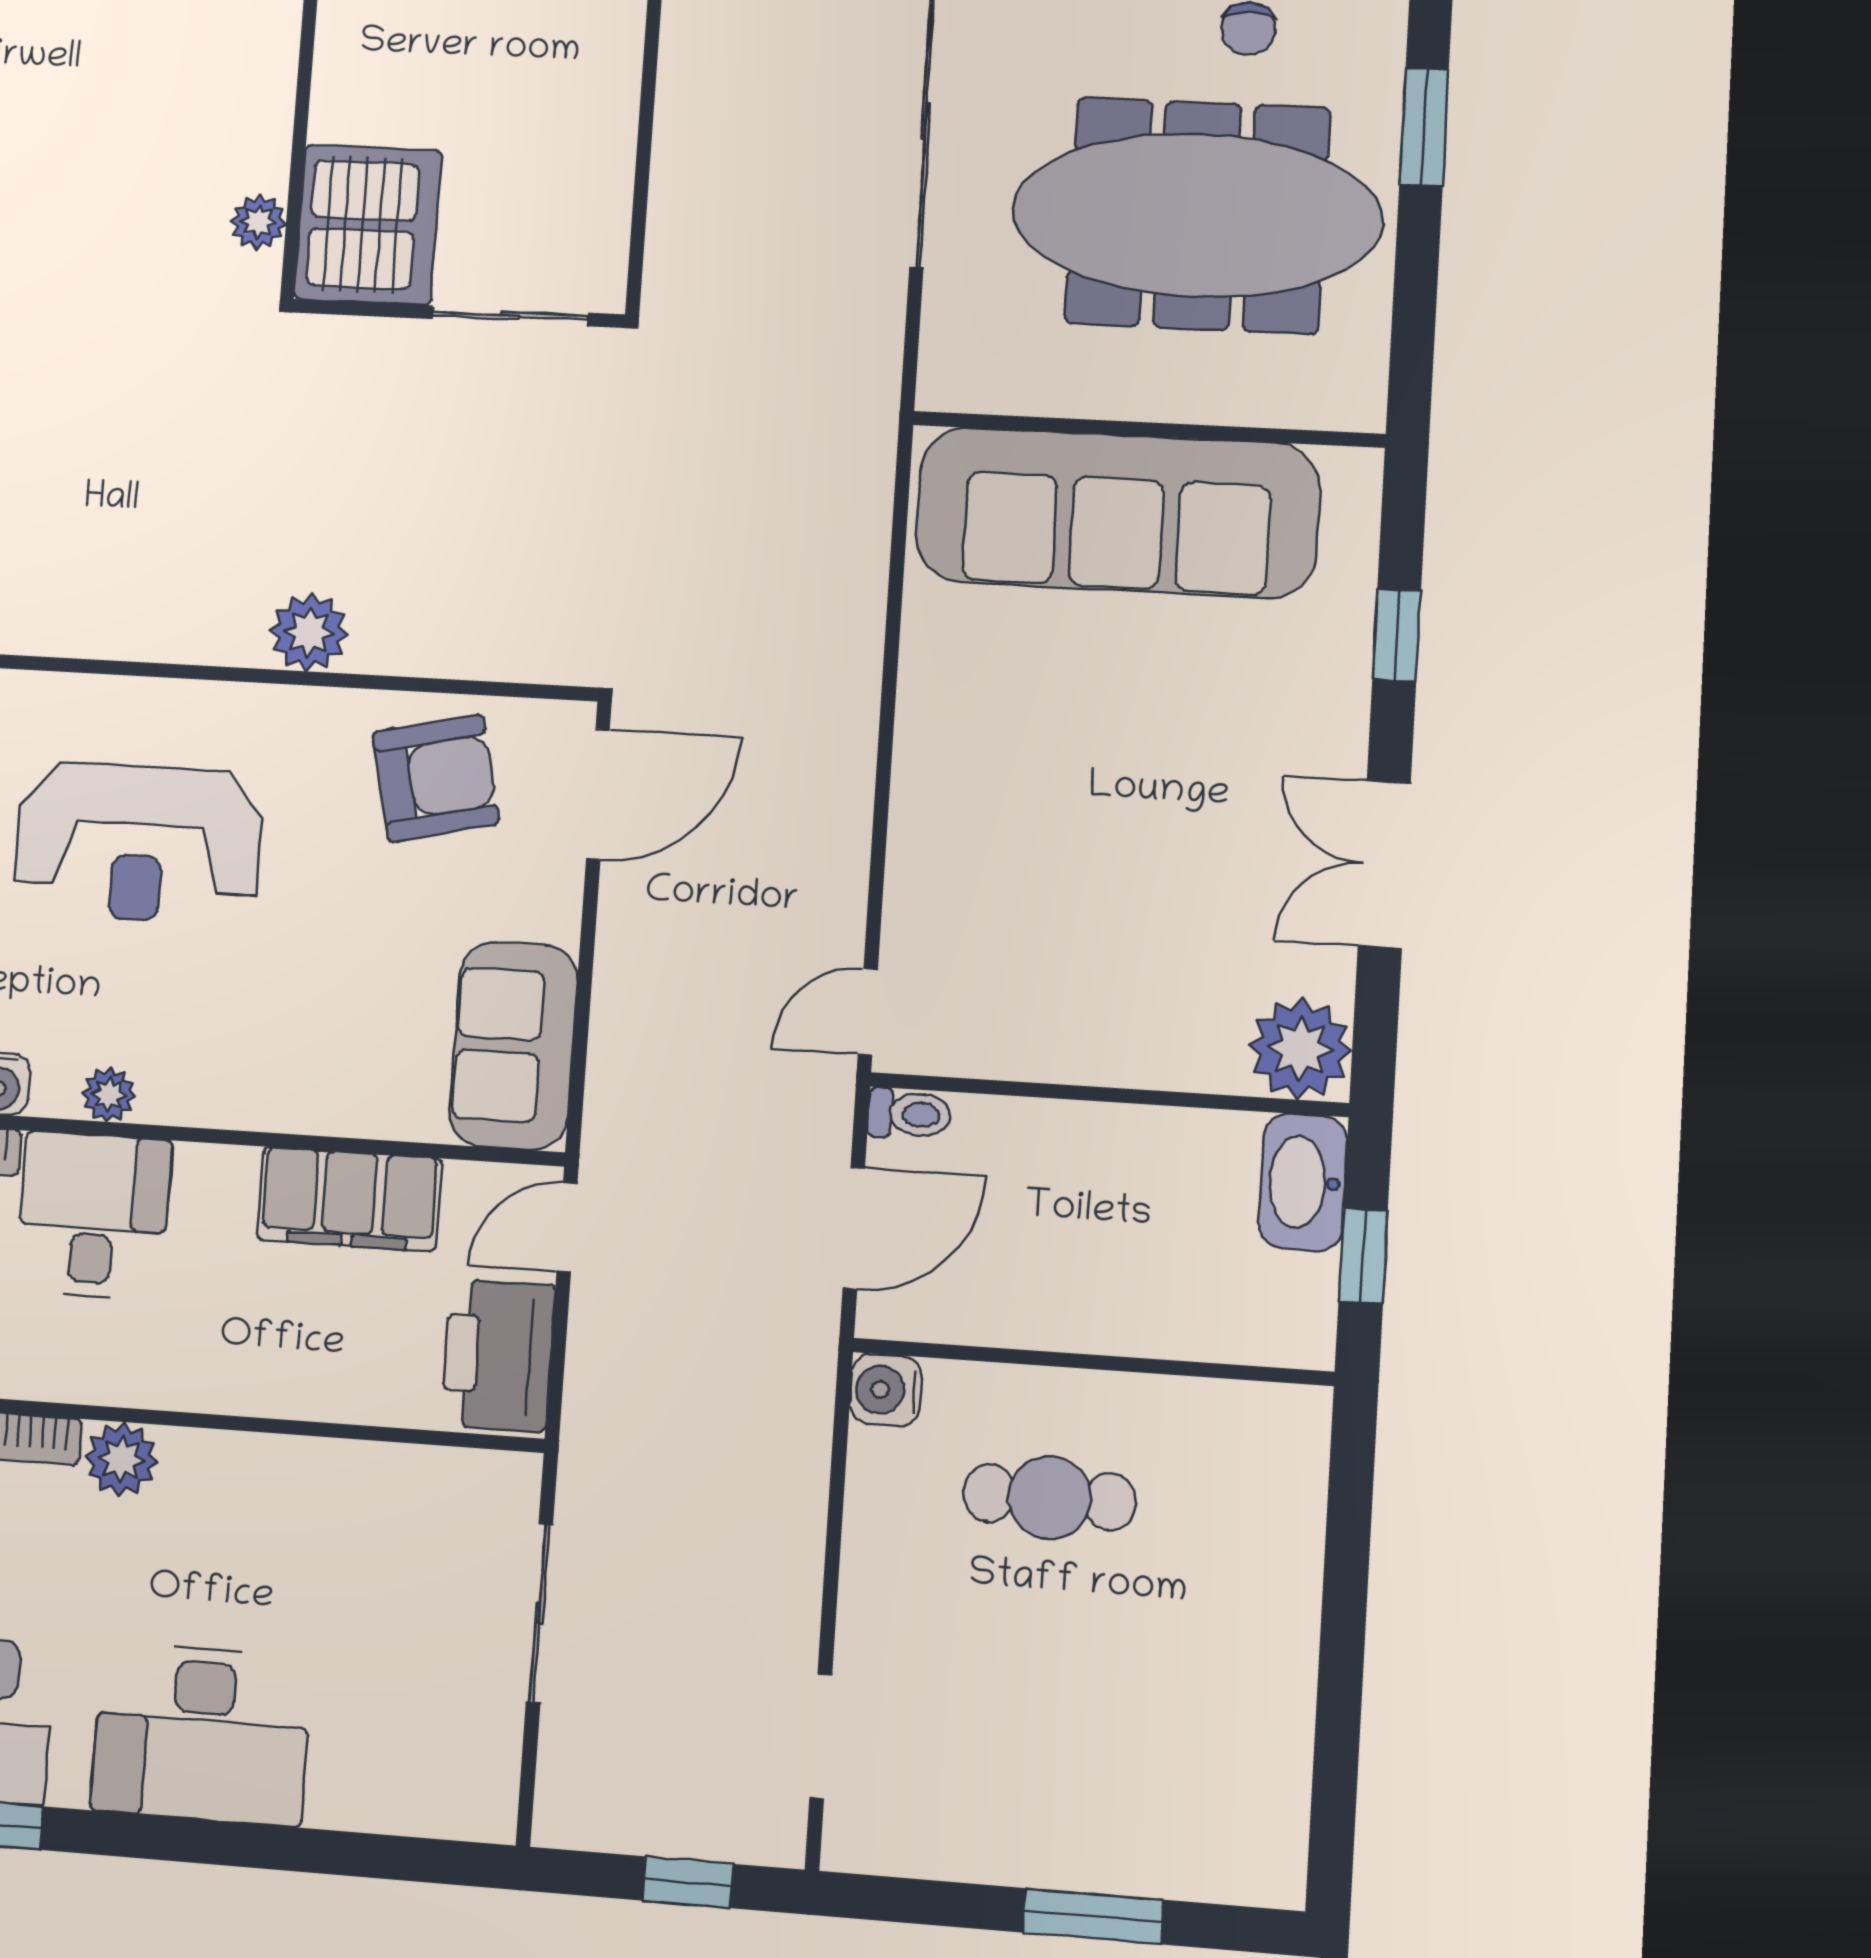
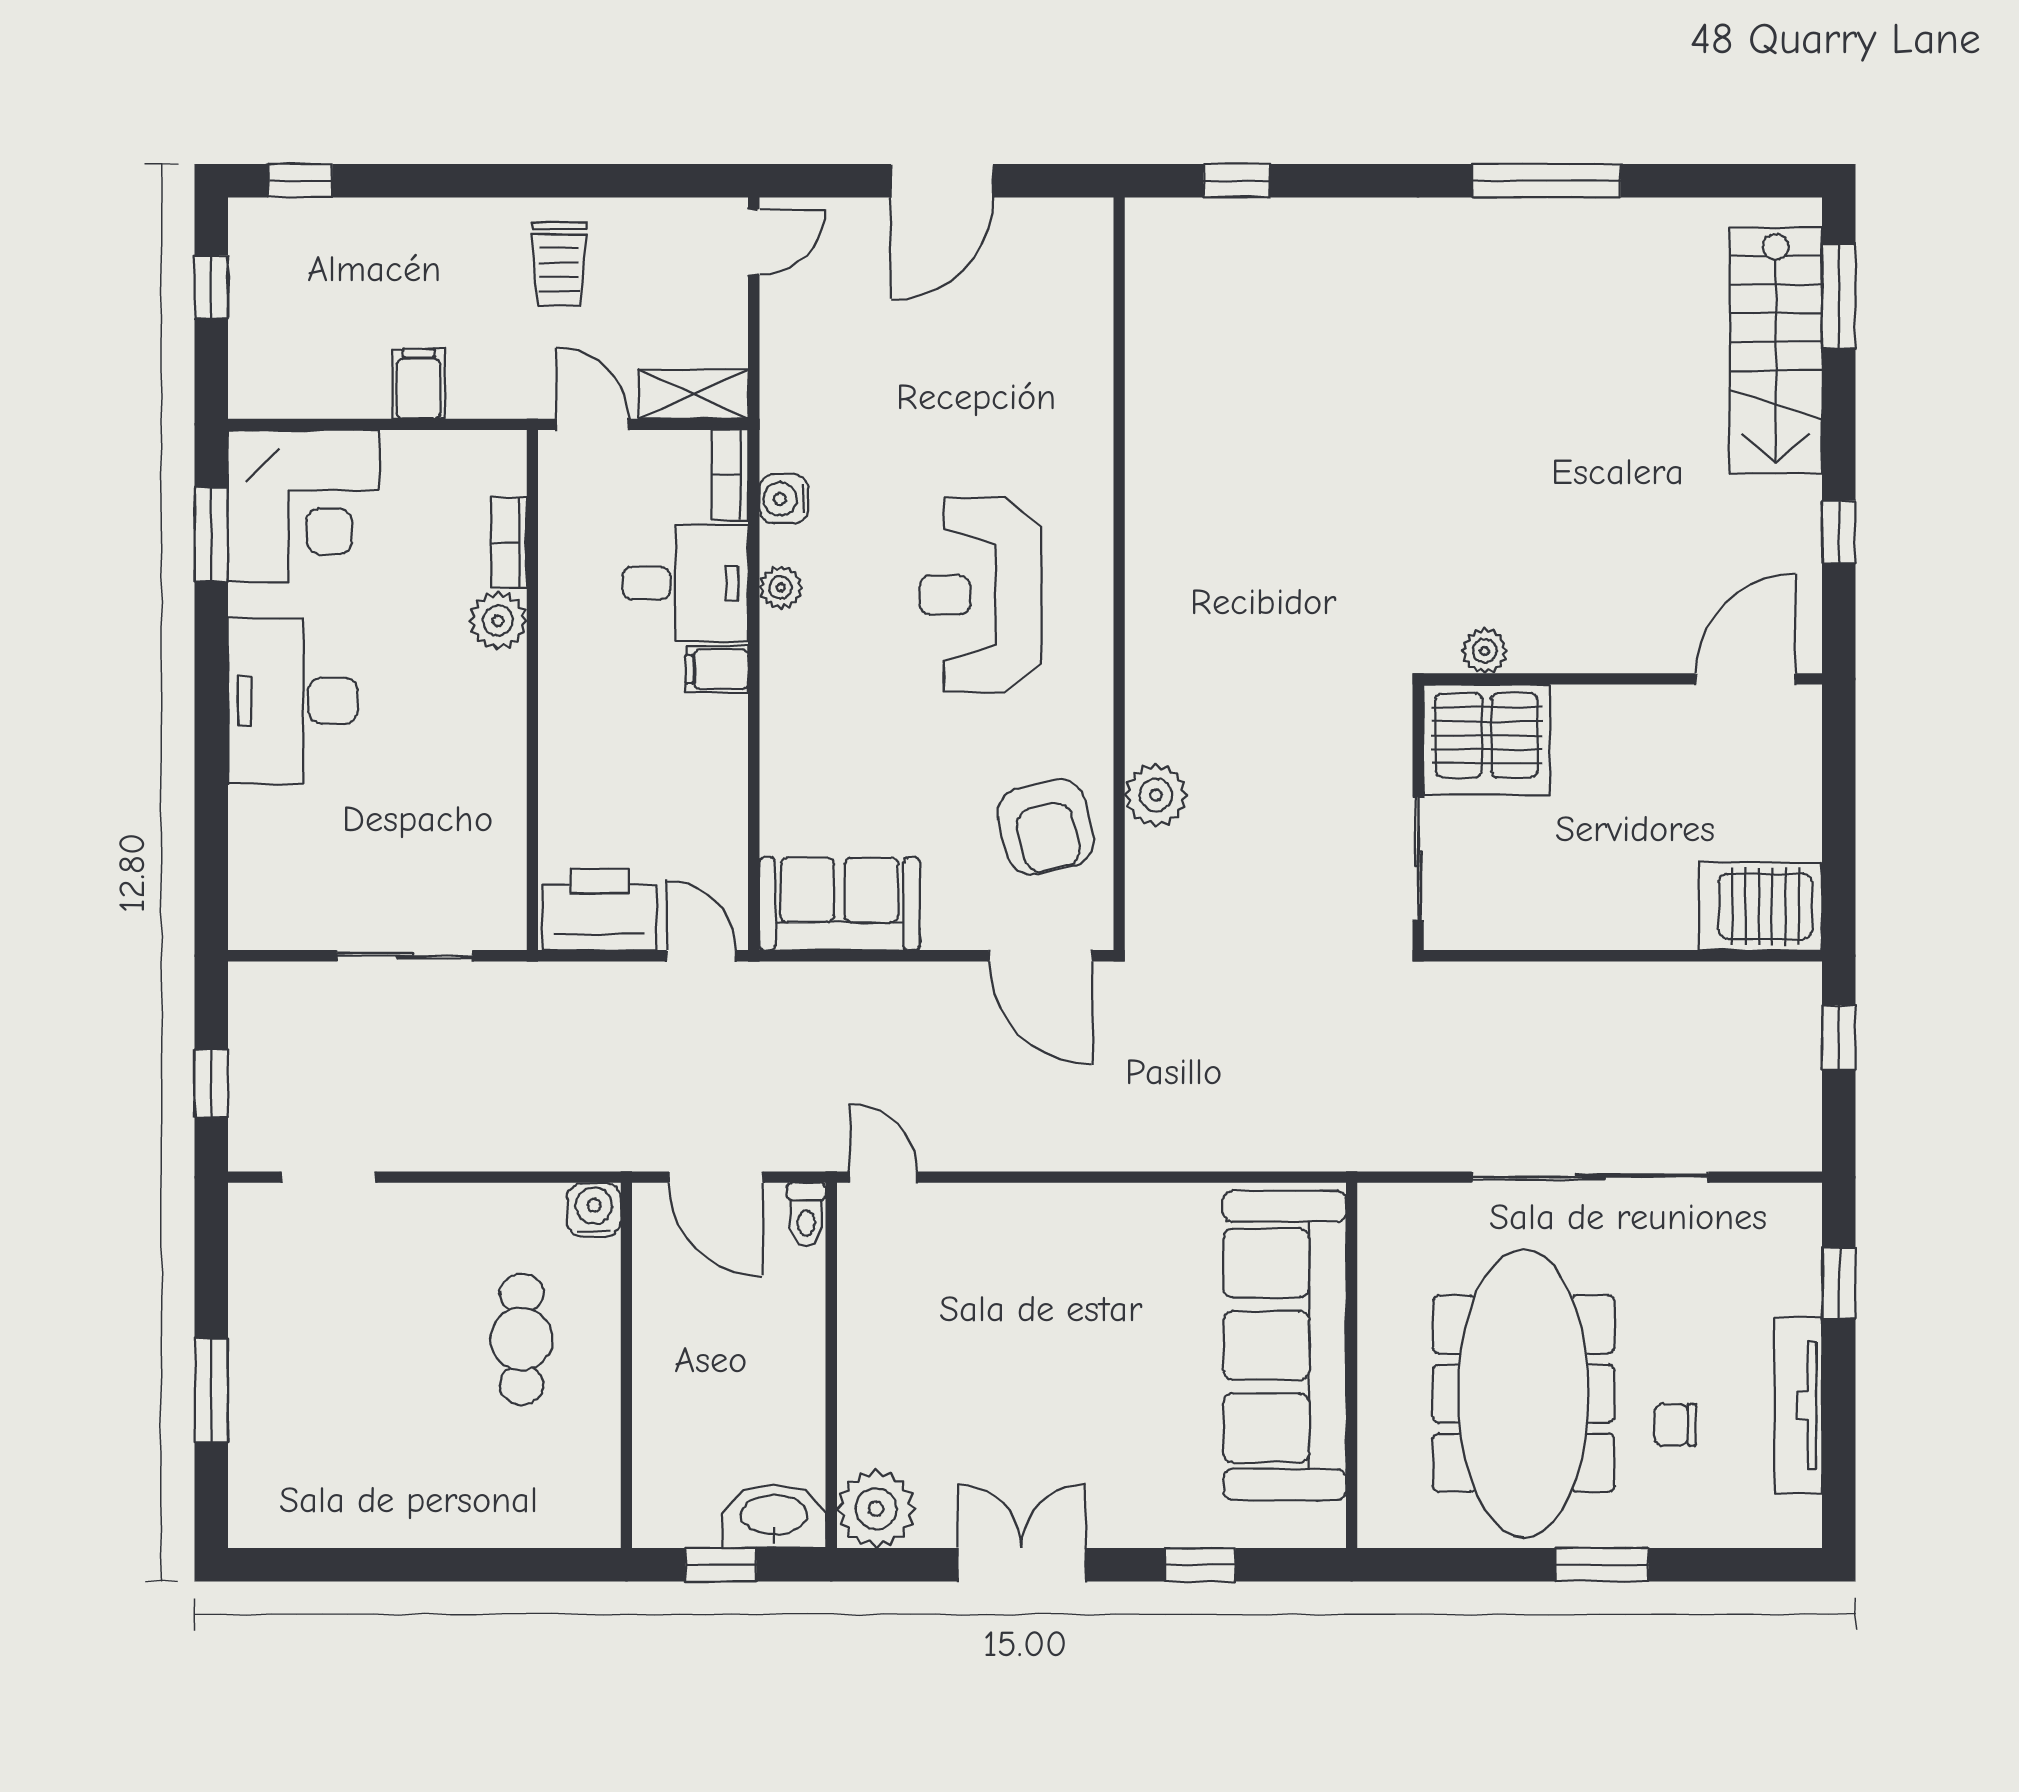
plant: (309, 632) -> (1156, 795), moved
filing cabinet: (349, 1199) -> (717, 669), moved, width x0.33, depth x0.86

